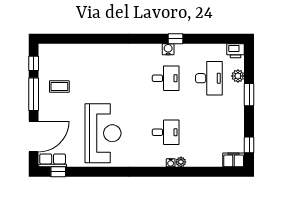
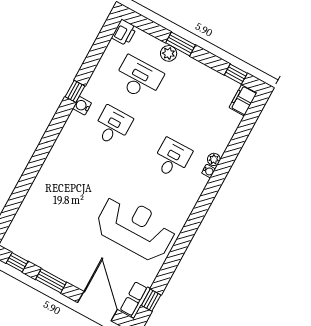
plant: (238, 76) -> (169, 53), moved
coffee table: (59, 86) -> (58, 248), removed
window: (34, 94) -> (51, 281), width x0.69

